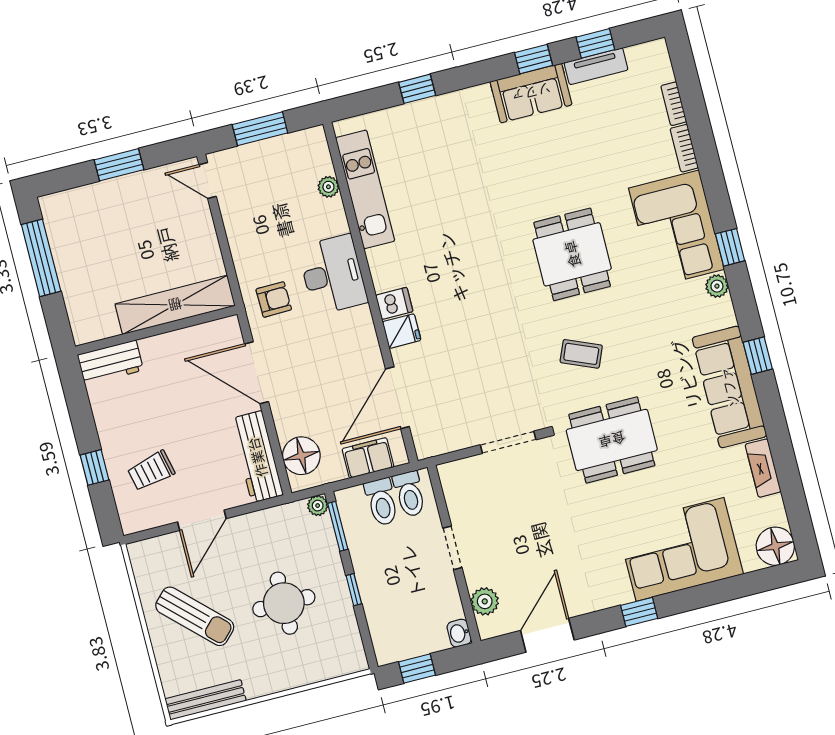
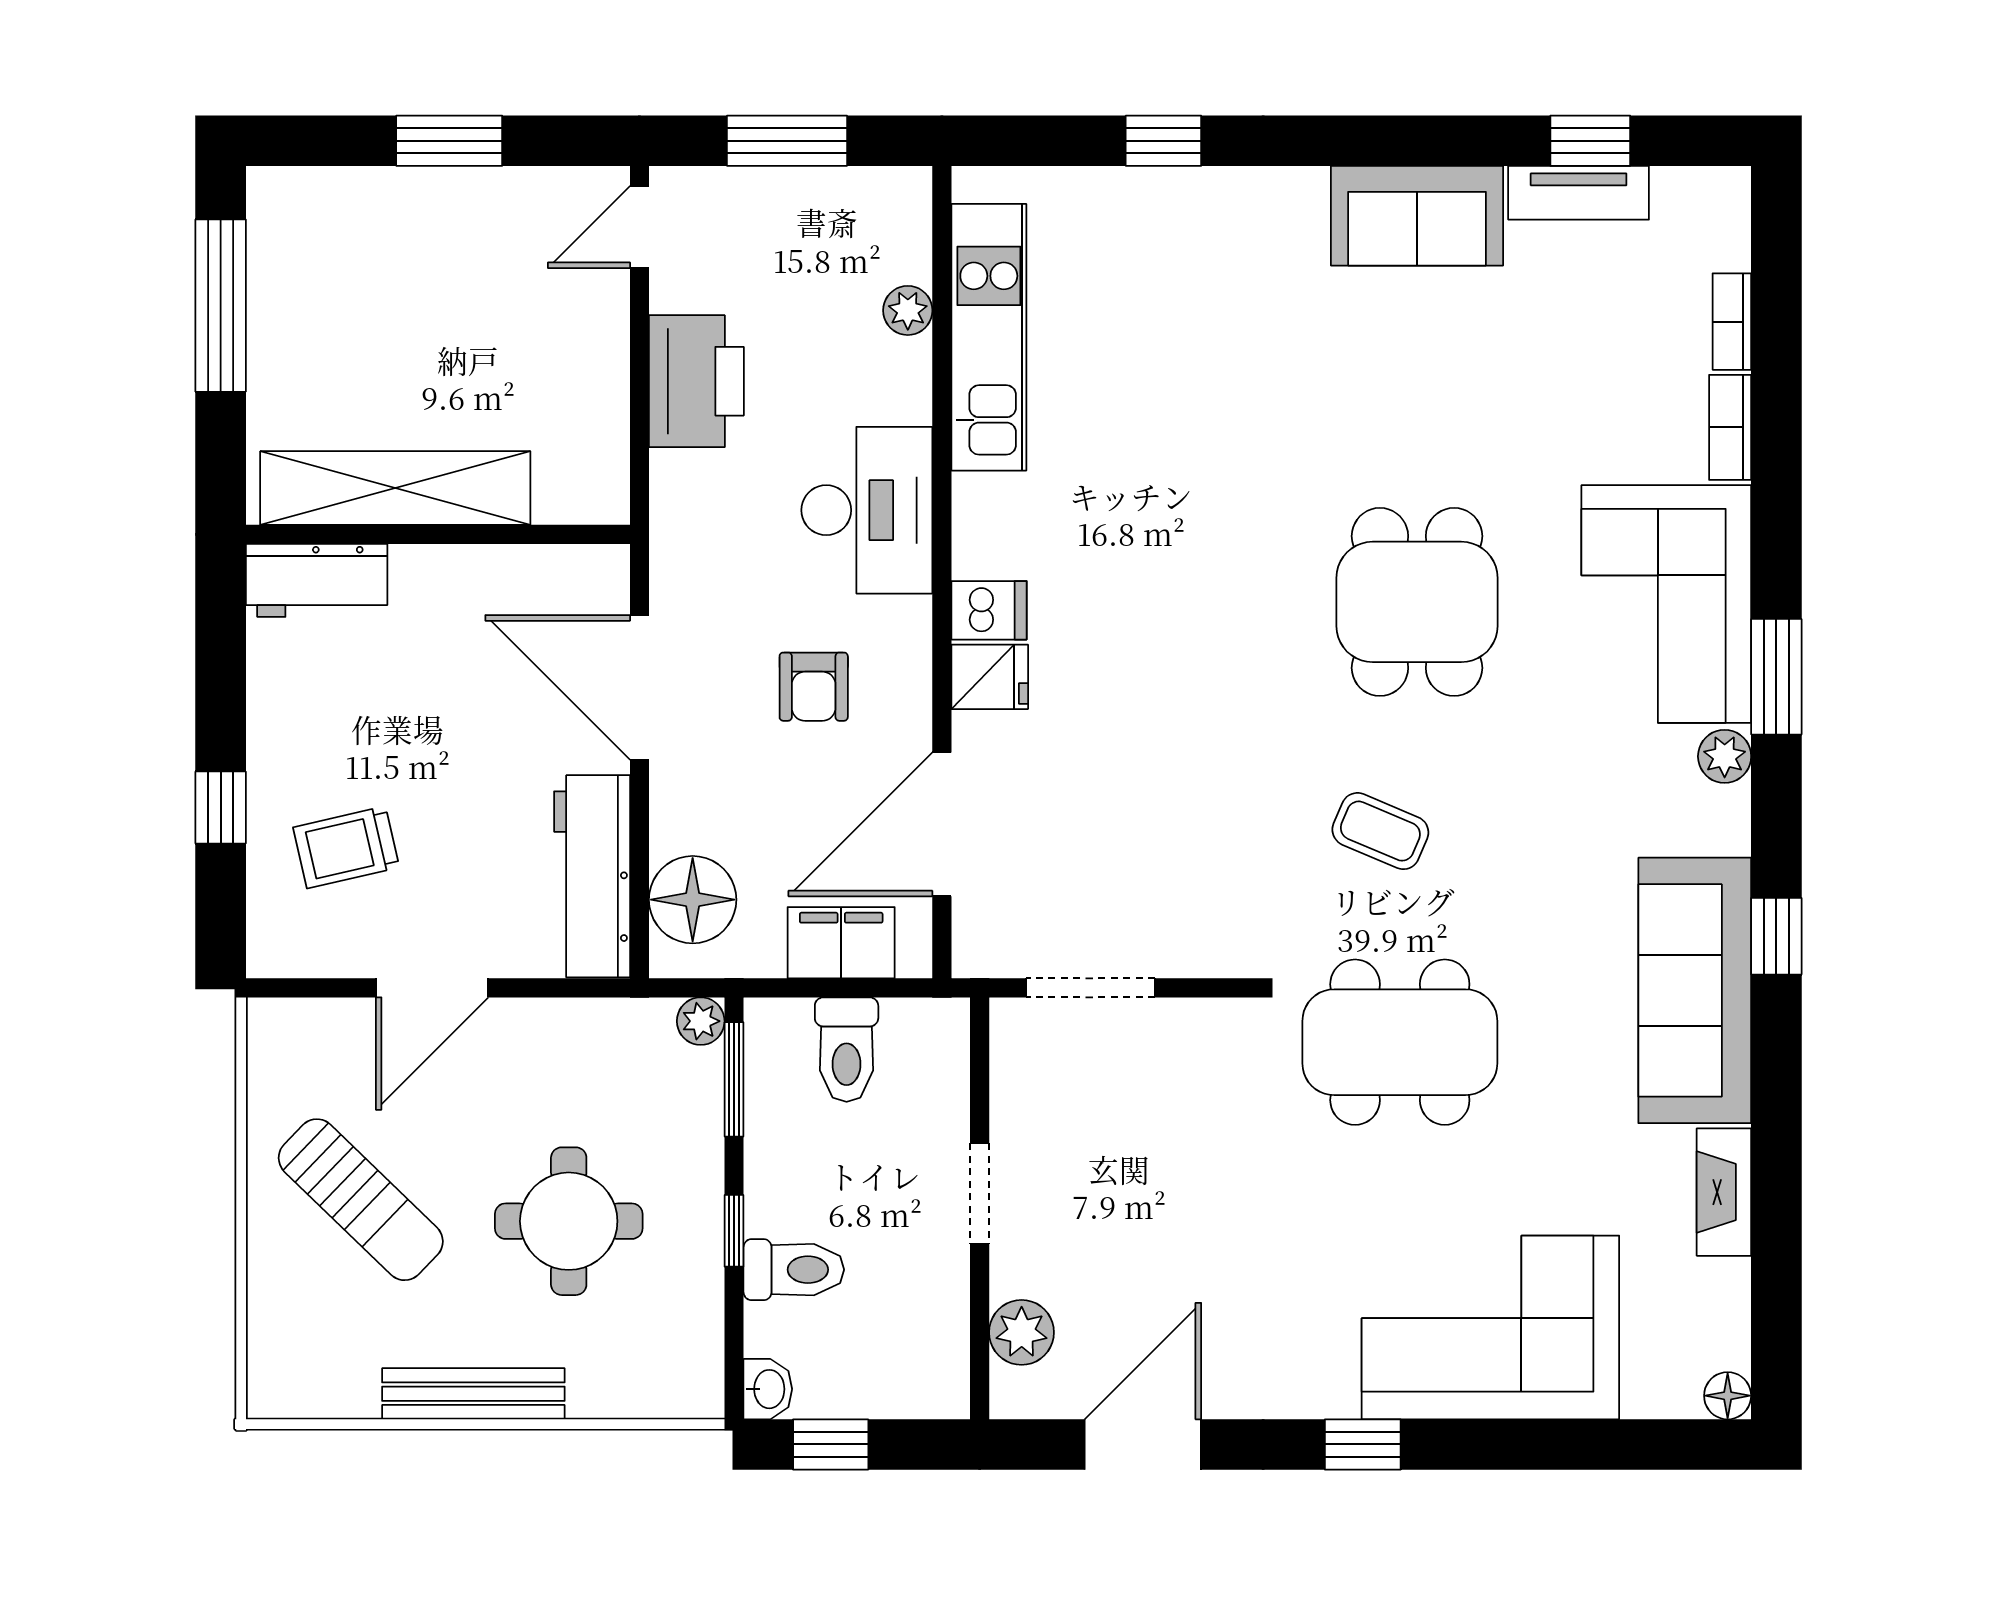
window: (534, 59) -> (1442, 141), removed
door: (208, 181) -> (639, 227), hinge flipped
printer: (248, 239) -> (696, 381), added
window: (730, 247) -> (1776, 677), width x1.50
armchair: (274, 299) -> (814, 687), moved, turned 91
shelving: (175, 305) -> (395, 488), moved
doorway: (508, 442) -> (1091, 988), moved
toilet: (409, 494) -> (794, 1270), moved, turned -90
floor lamp: (775, 546) -> (1728, 1396), width x0.53, depth x0.53
washbasin: (459, 633) -> (768, 1389), moved, turned 180
bench: (206, 700) -> (473, 1394), moved

